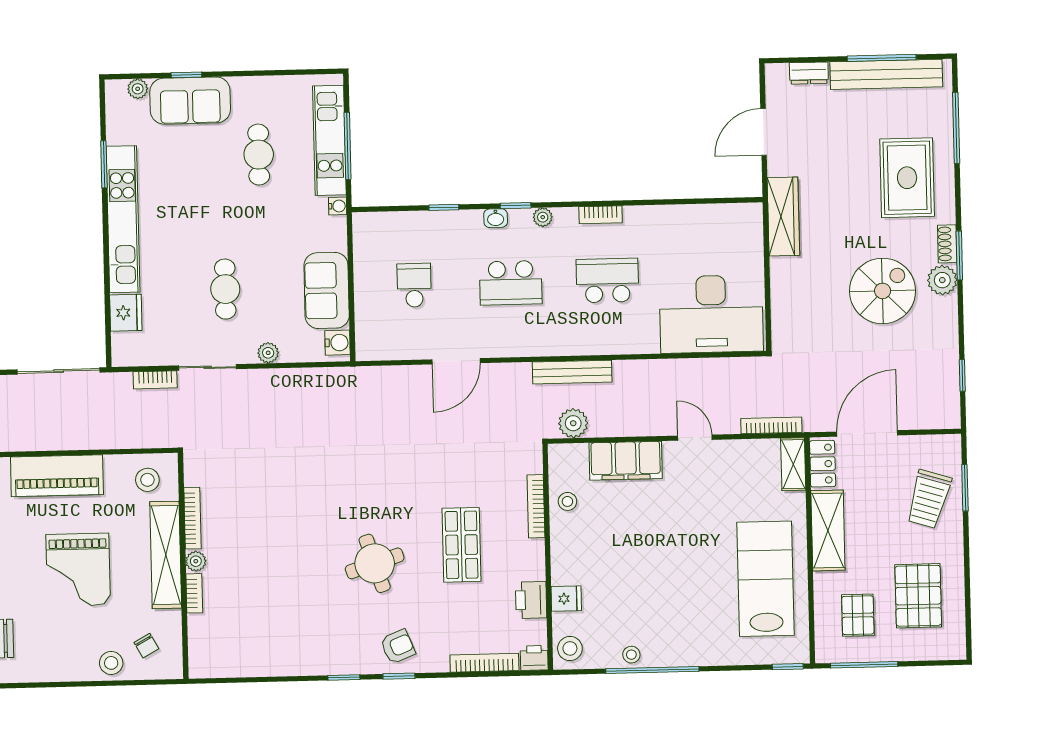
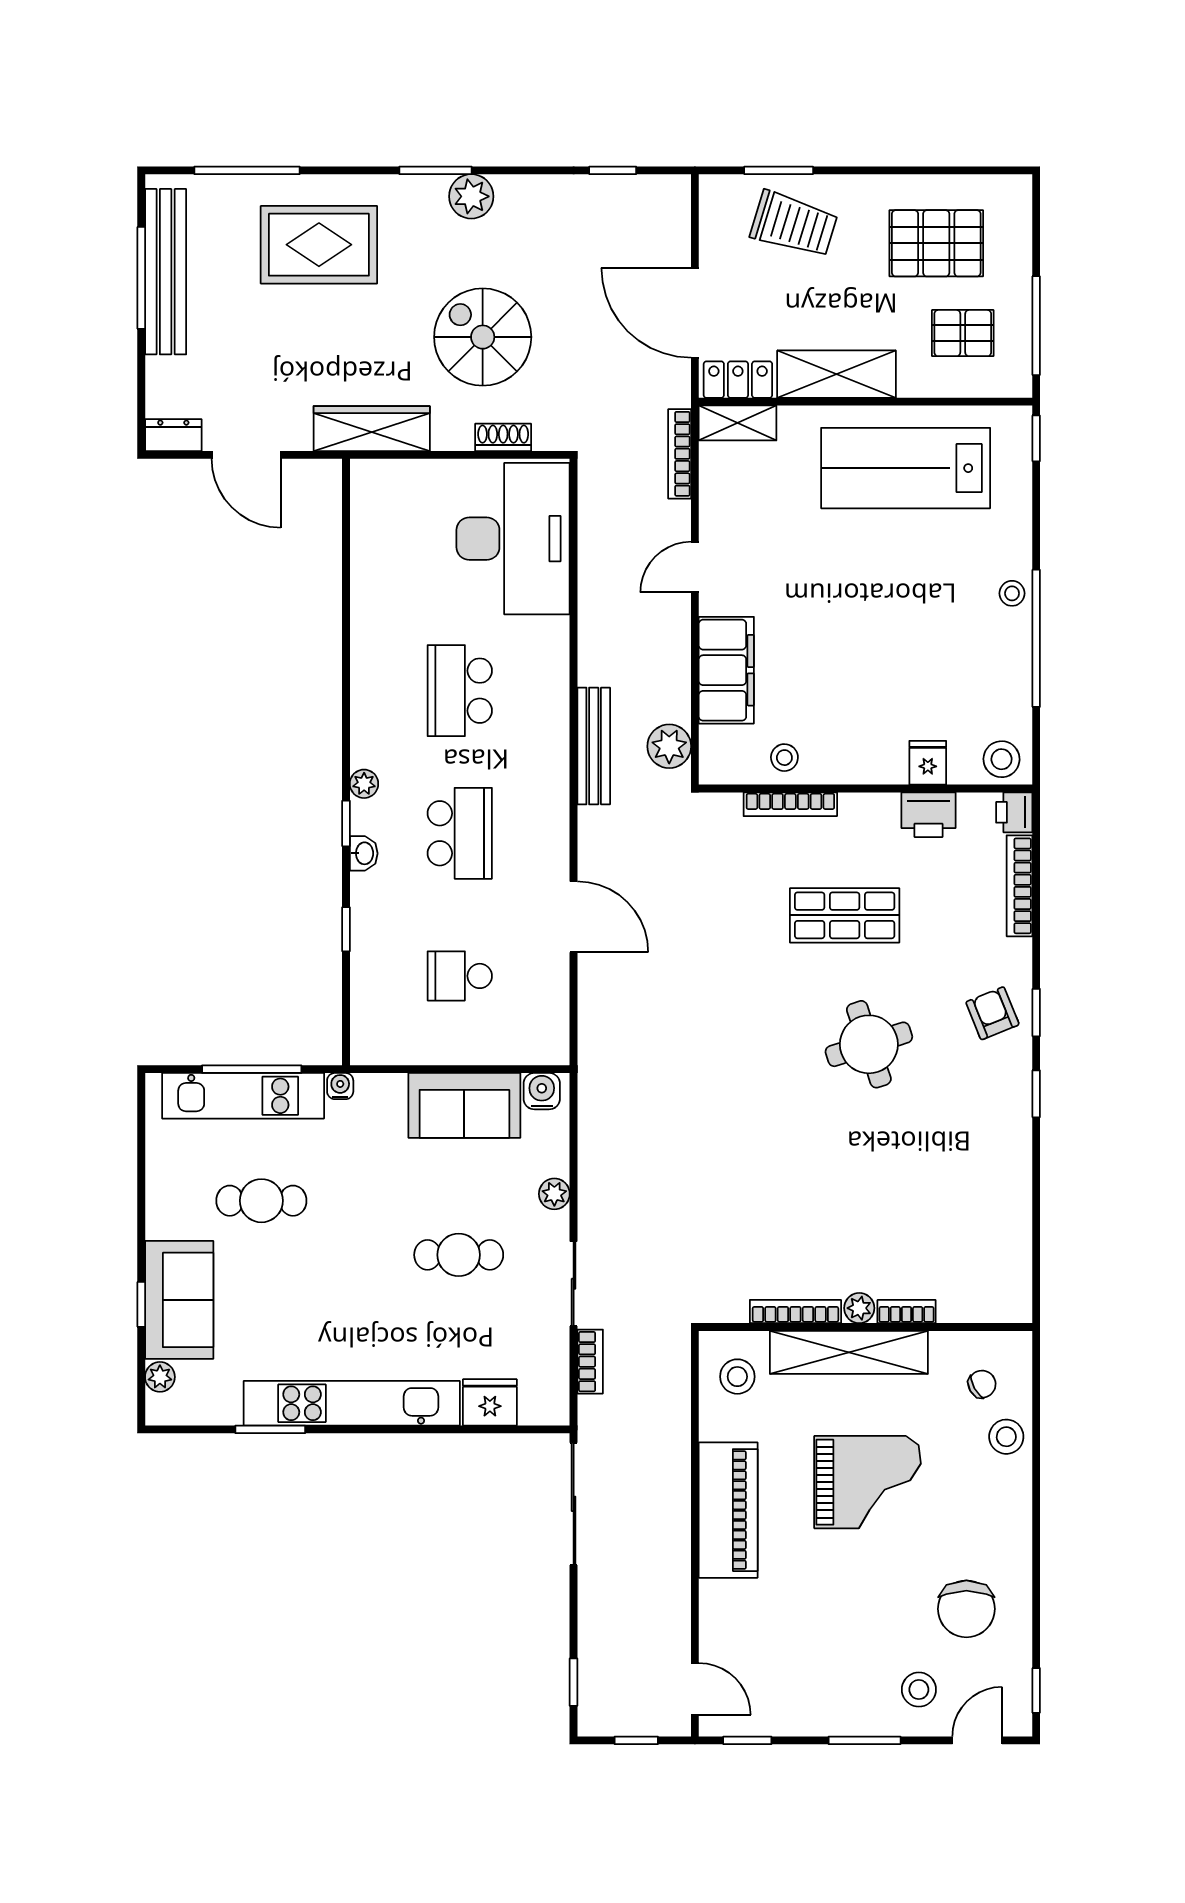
dresser: (809, 73) -> (173, 435), moved, turned -90
bookcase: (601, 215) -> (362, 698), removed
shoe rack: (947, 244) -> (503, 437), moved, turned 180
spiral stairs: (883, 291) -> (483, 337), moved
stool: (631, 655) -> (1012, 593), moved

